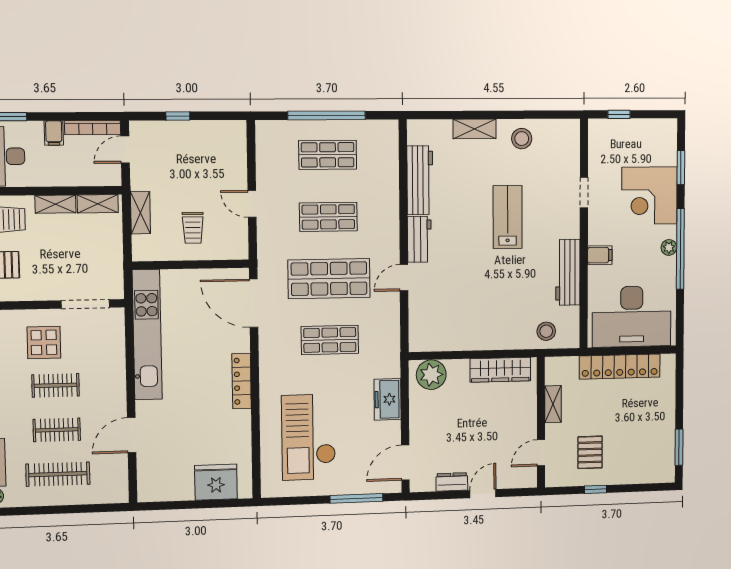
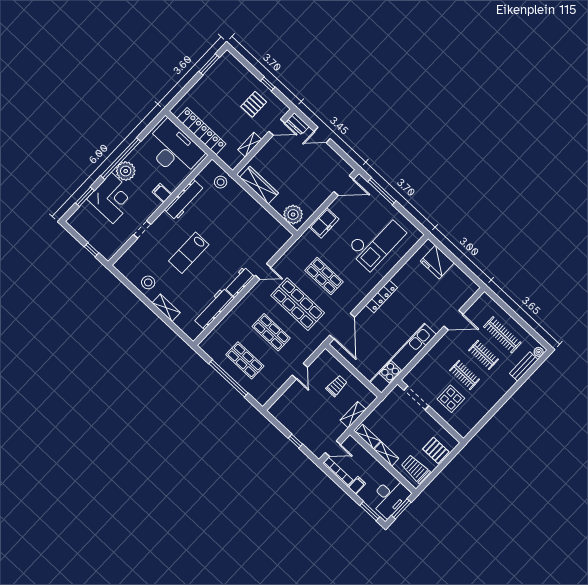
plant: (669, 247) -> (126, 171), width x1.88, depth x1.88
dresser: (452, 482) -> (298, 124), moved

